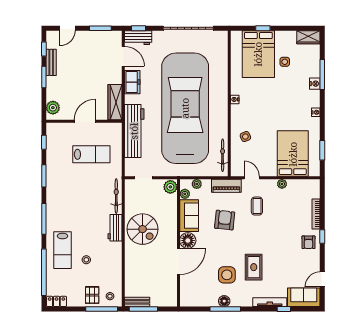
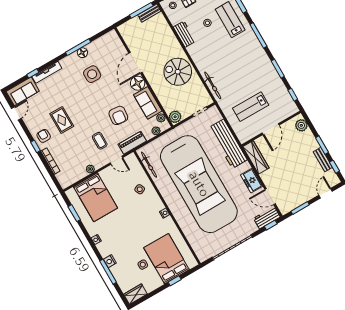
workbench: (115, 228) -> (184, 34), moved
rug: (254, 267) -> (62, 120), moved

